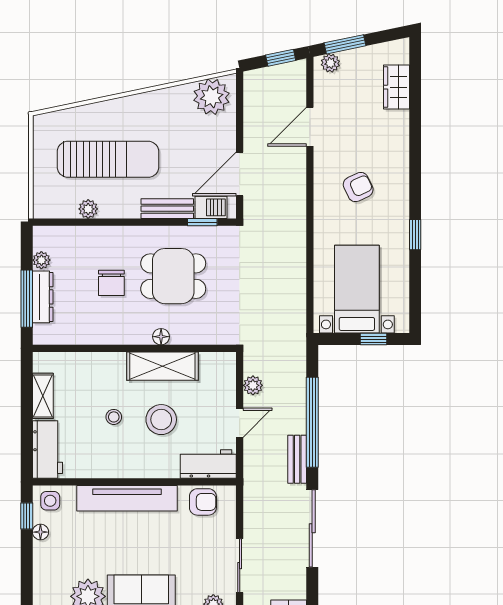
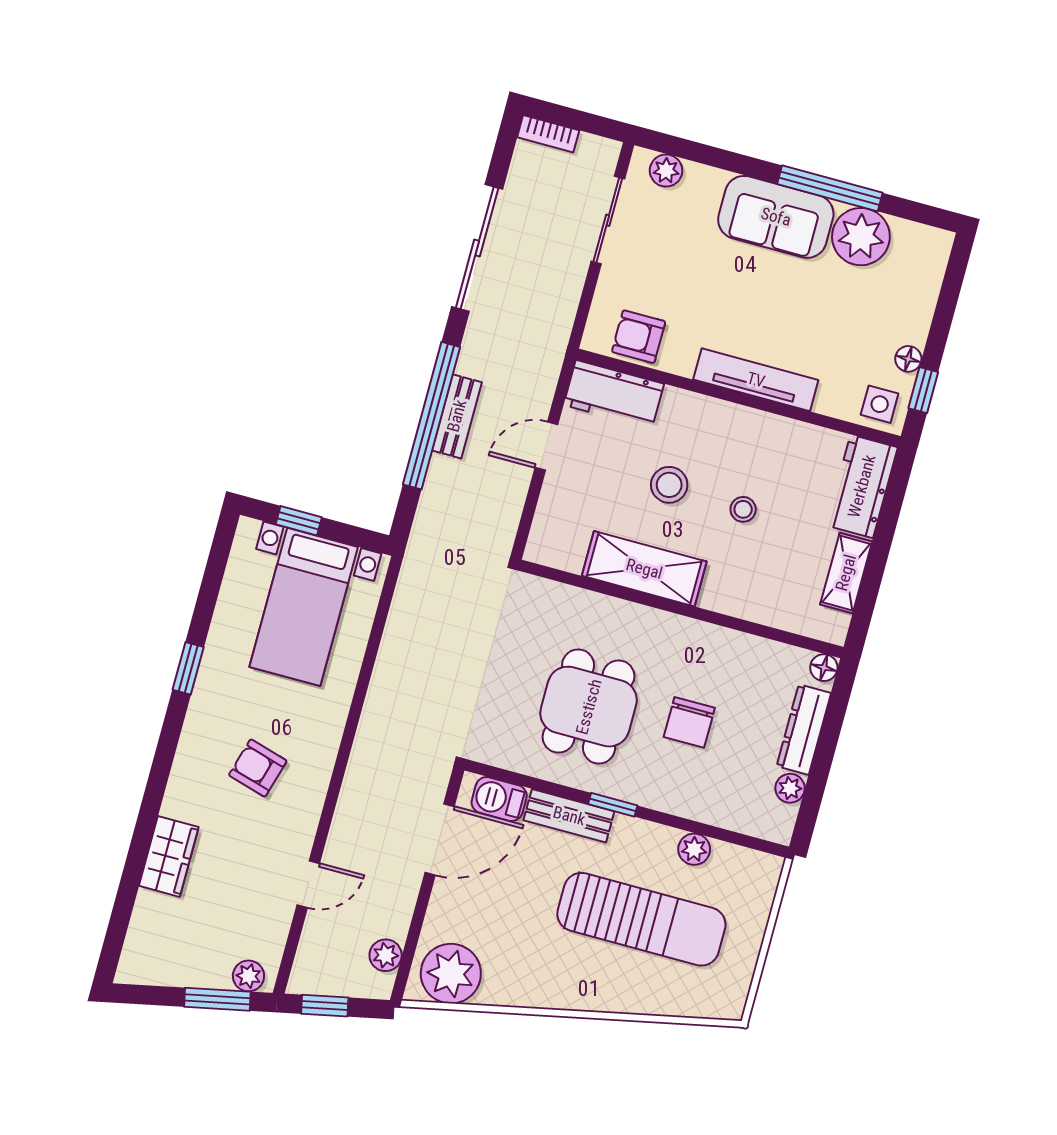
wardrobe: (396, 87) -> (169, 856), moved
door: (310, 127) -> (308, 884), width x0.73
sun lounger: (108, 159) -> (641, 919), turned 180
armchair: (358, 187) -> (258, 768), turned 41
window: (202, 222) -> (613, 805), moved
dining table: (173, 276) -> (589, 707), turned 90
chair: (111, 283) -> (689, 722), turned 180
window: (27, 299) -> (830, 734), removed
floor lamp: (161, 337) -> (824, 668), moved
plant: (253, 385) -> (386, 955), moved
stool: (161, 420) -> (669, 485), width x0.73, depth x0.73
bench: (297, 459) -> (457, 416), moved
tv unit: (127, 498) -> (756, 380), width x0.73, depth x0.78

